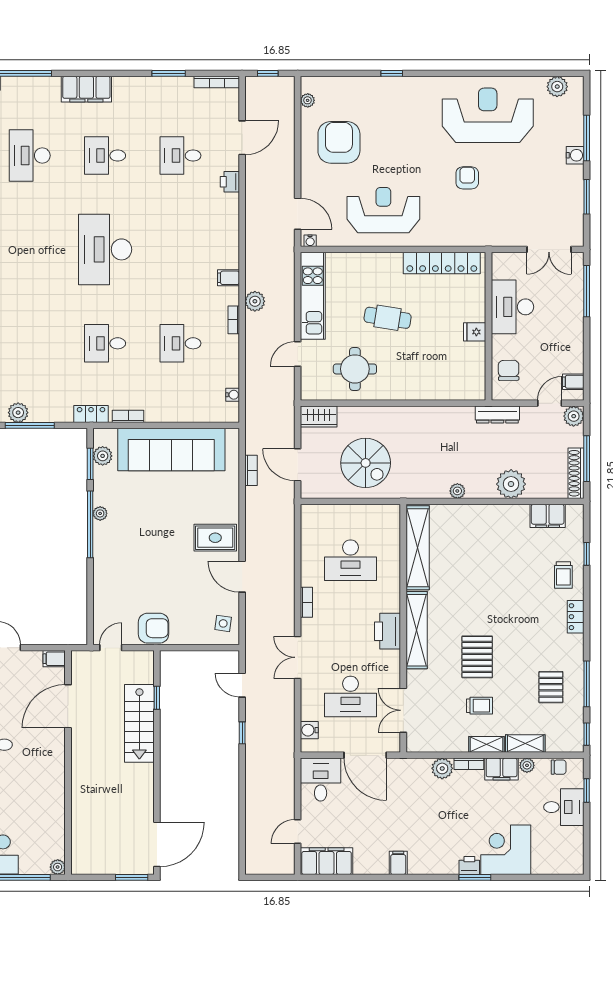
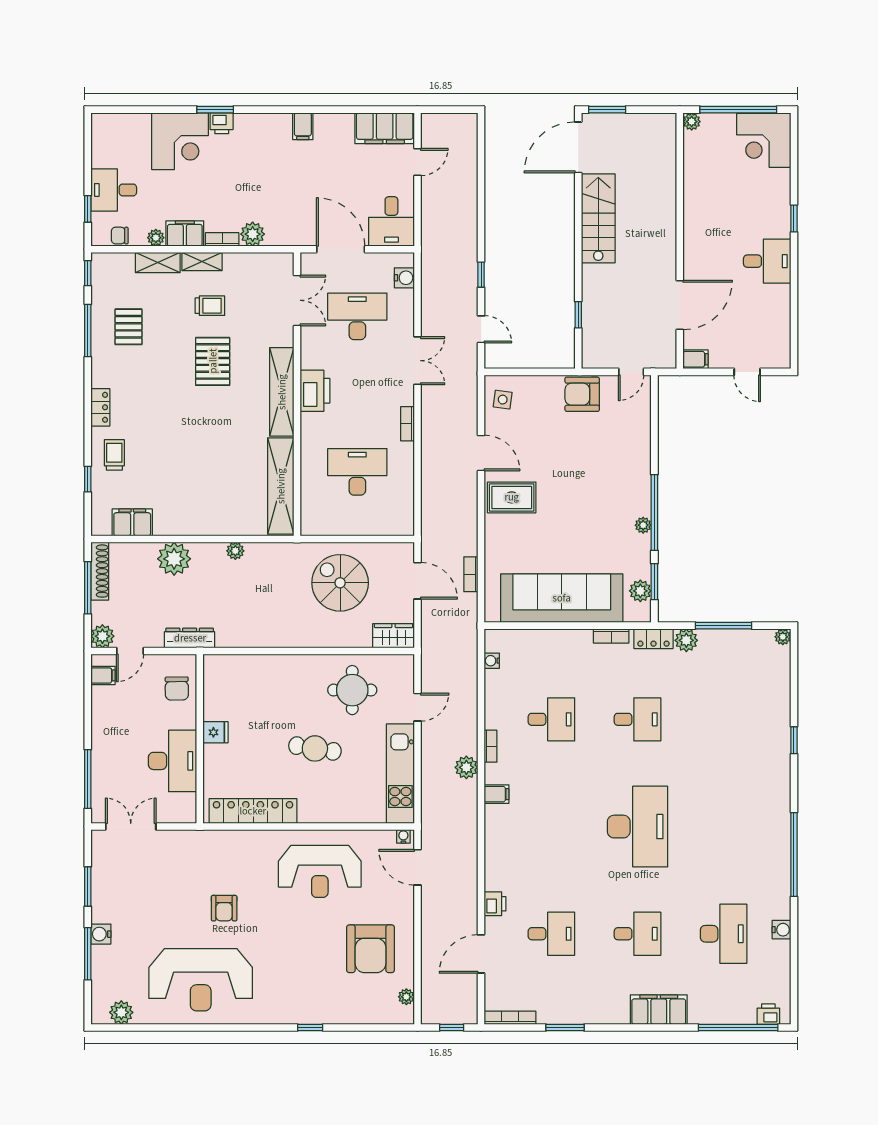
plant: (18, 413) -> (686, 640), moved
trolley: (480, 706) -> (210, 306), turned 180
stairs: (139, 723) -> (598, 218), moved

